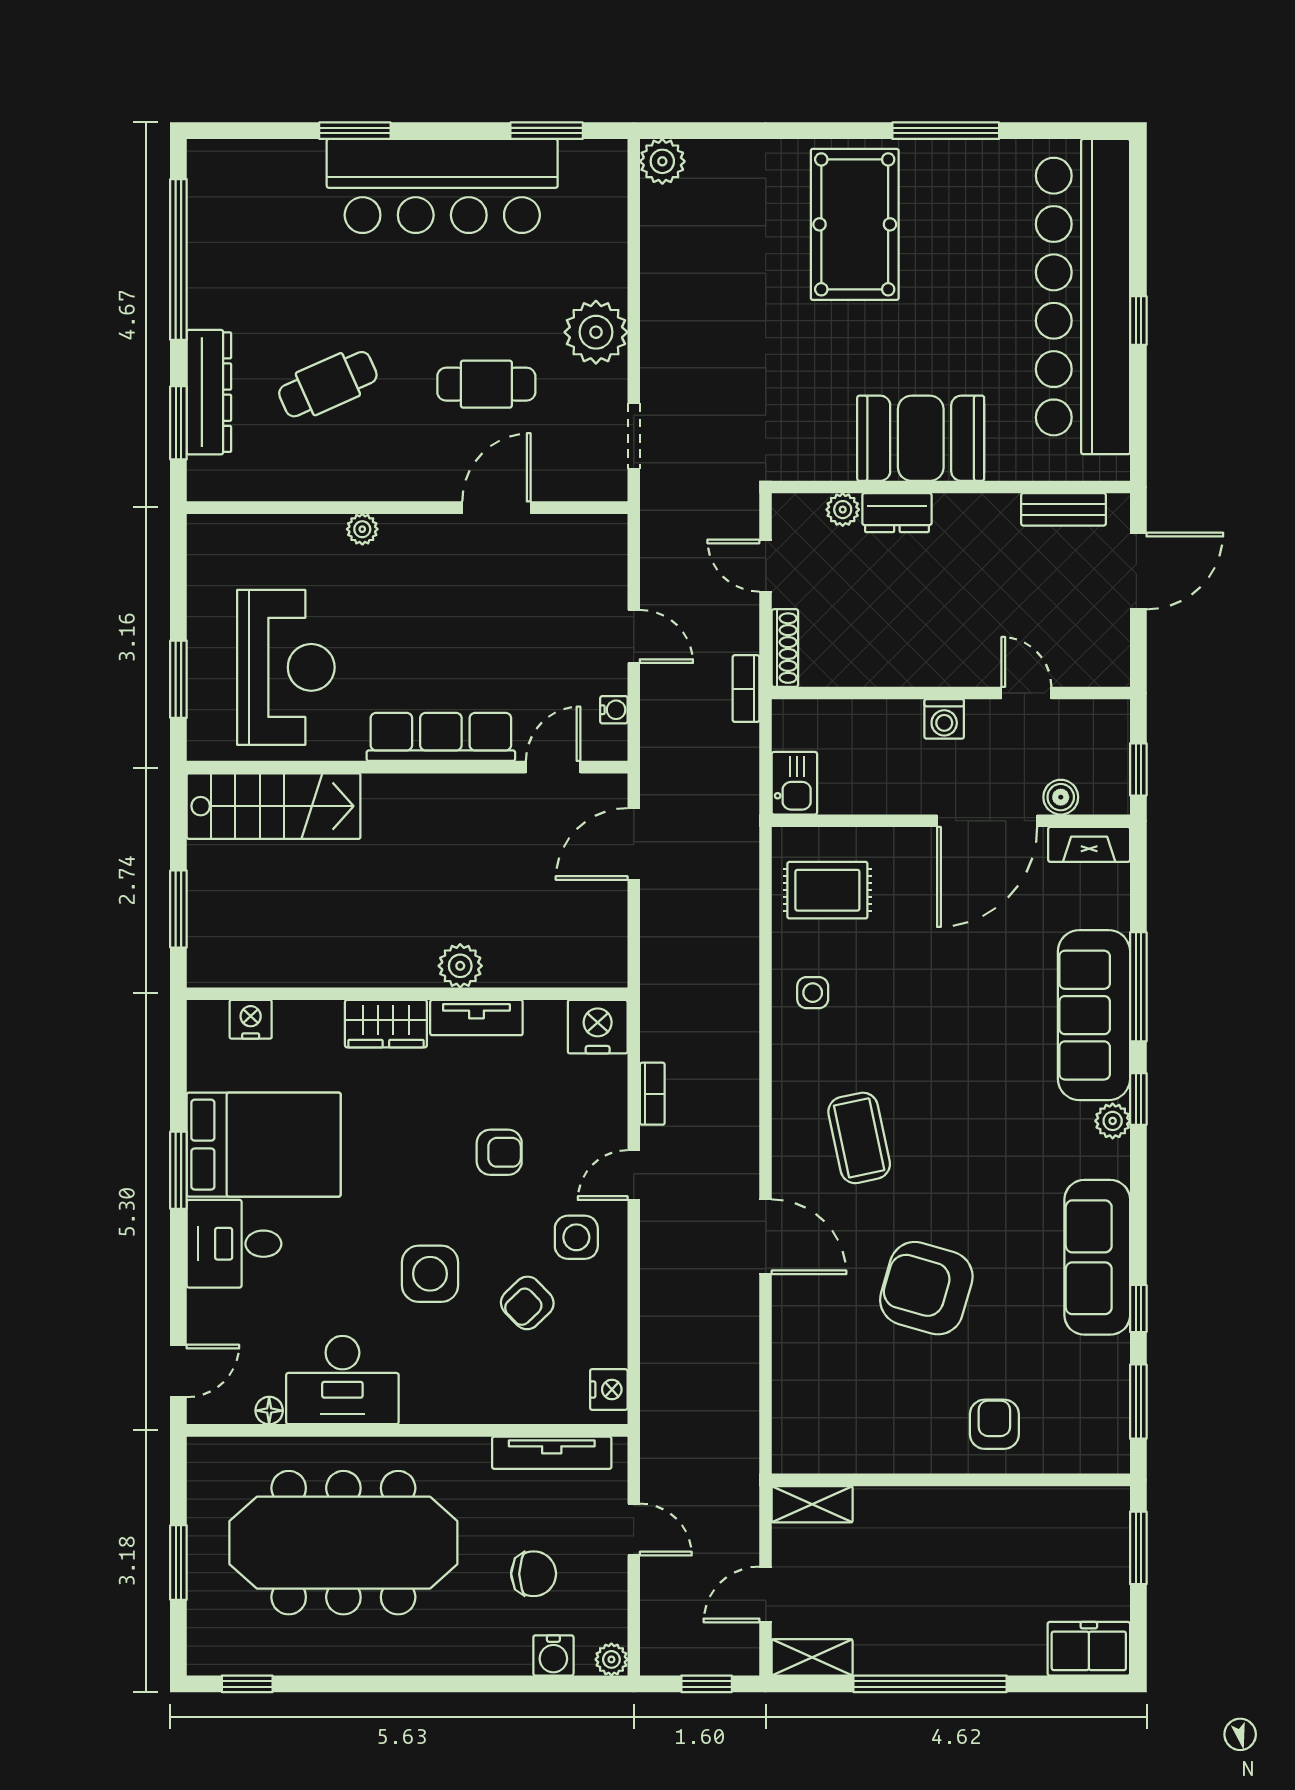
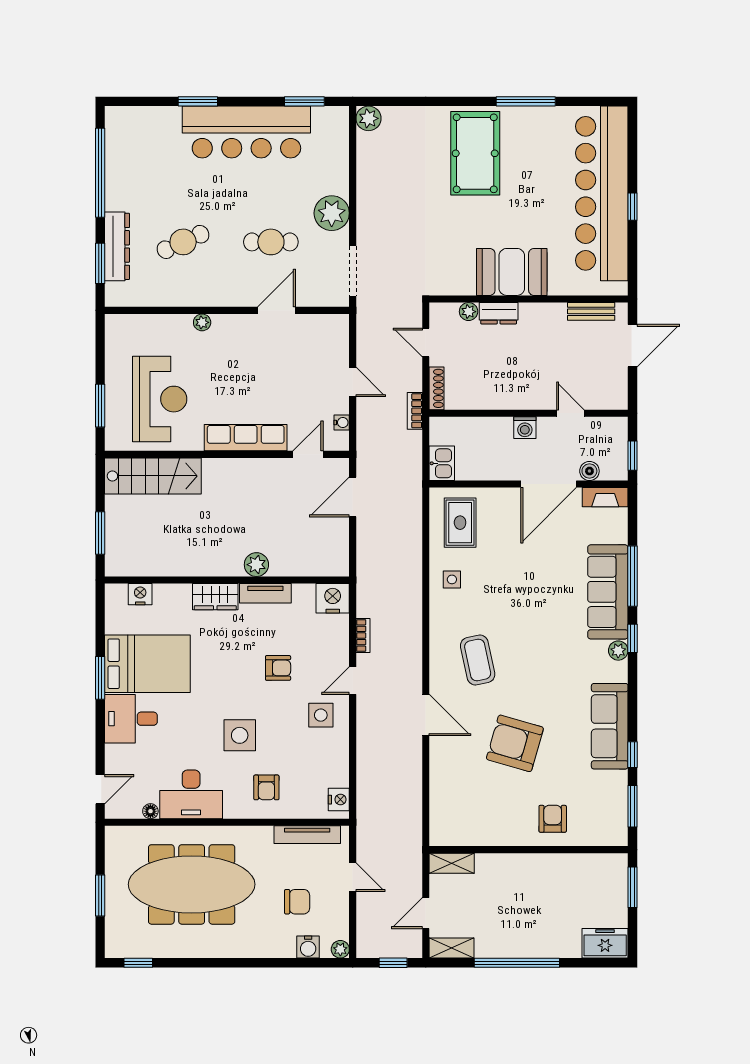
doorway: (634, 436) -> (353, 271), width x1.38
rug: (827, 890) -> (460, 523), turned 90
armchair: (527, 1303) -> (266, 787), moved, turned -46

